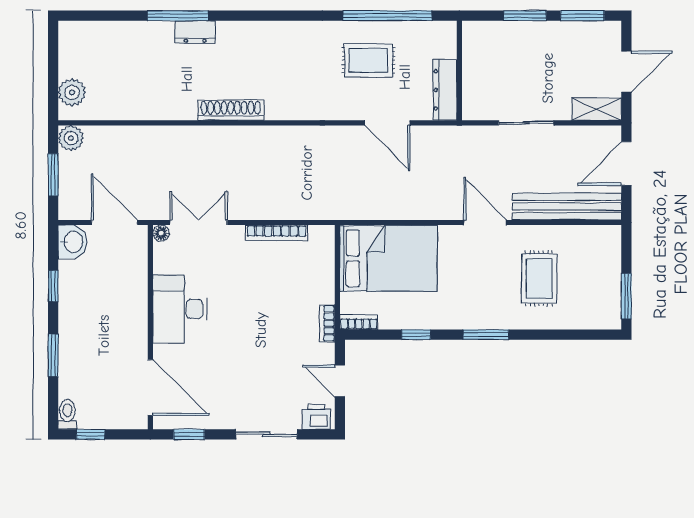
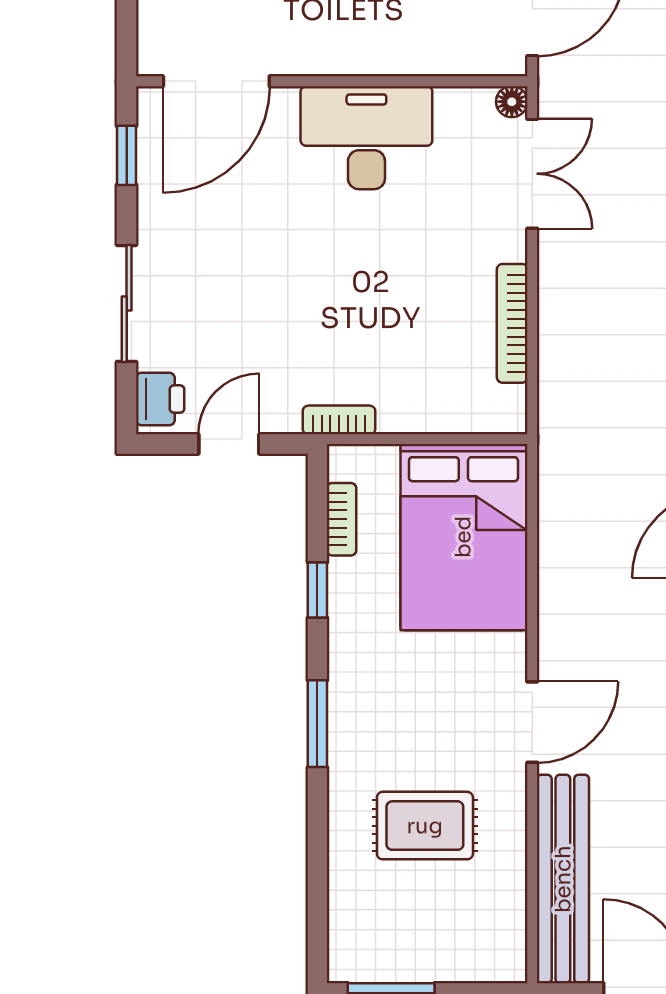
bookcase: (359, 322) -> (342, 519), moved

